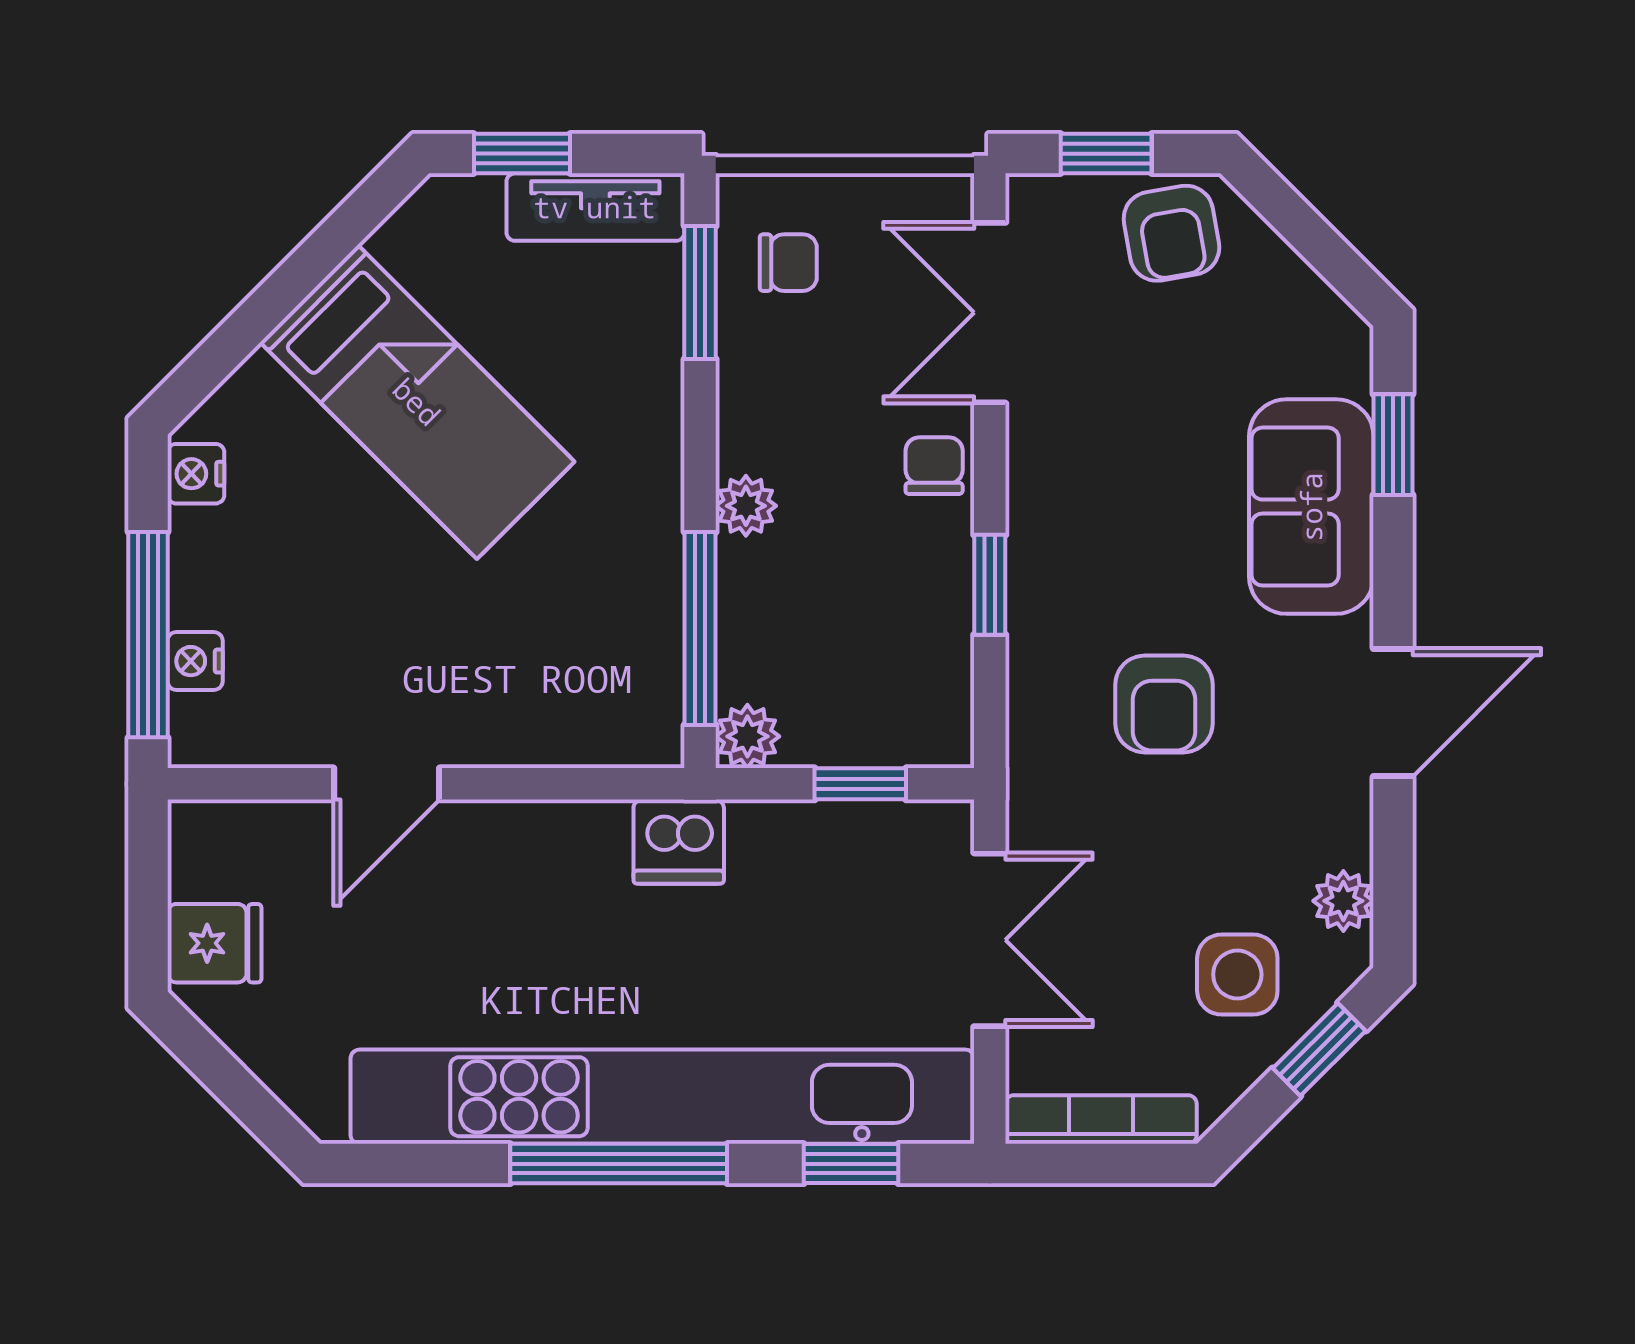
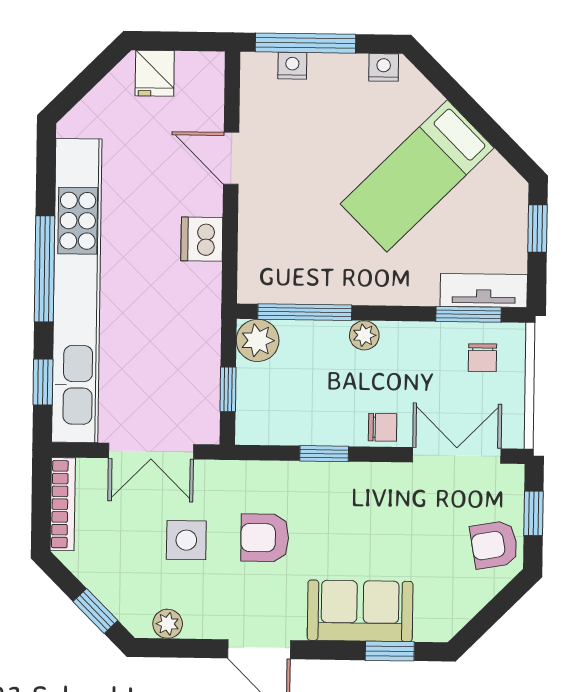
tv unit: (595, 207) -> (484, 290), moved, turned 90
plant: (747, 736) -> (258, 340), width x1.38, depth x1.38
dishwasher: (679, 842) -> (202, 239), moved
side table: (1237, 975) -> (186, 540), moved

